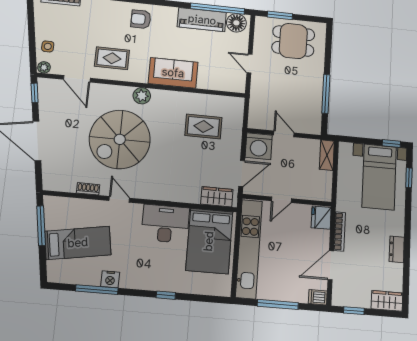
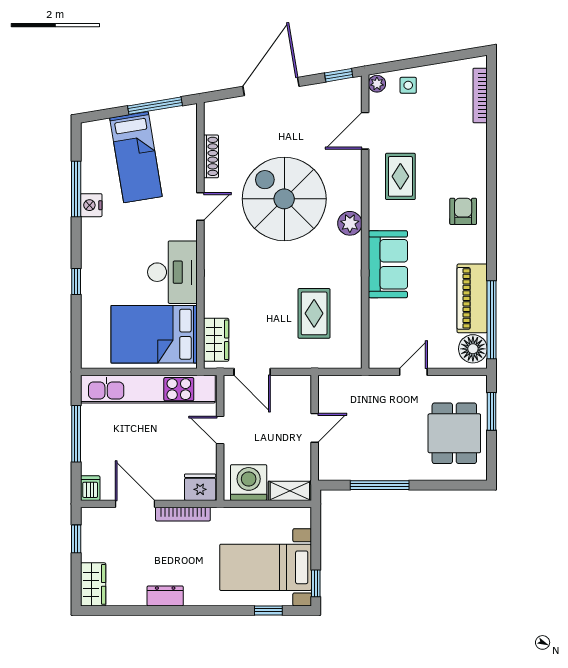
washing machine: (259, 146) -> (249, 483), moved, turned 90
shoe rack: (88, 189) -> (211, 156), width x1.43

